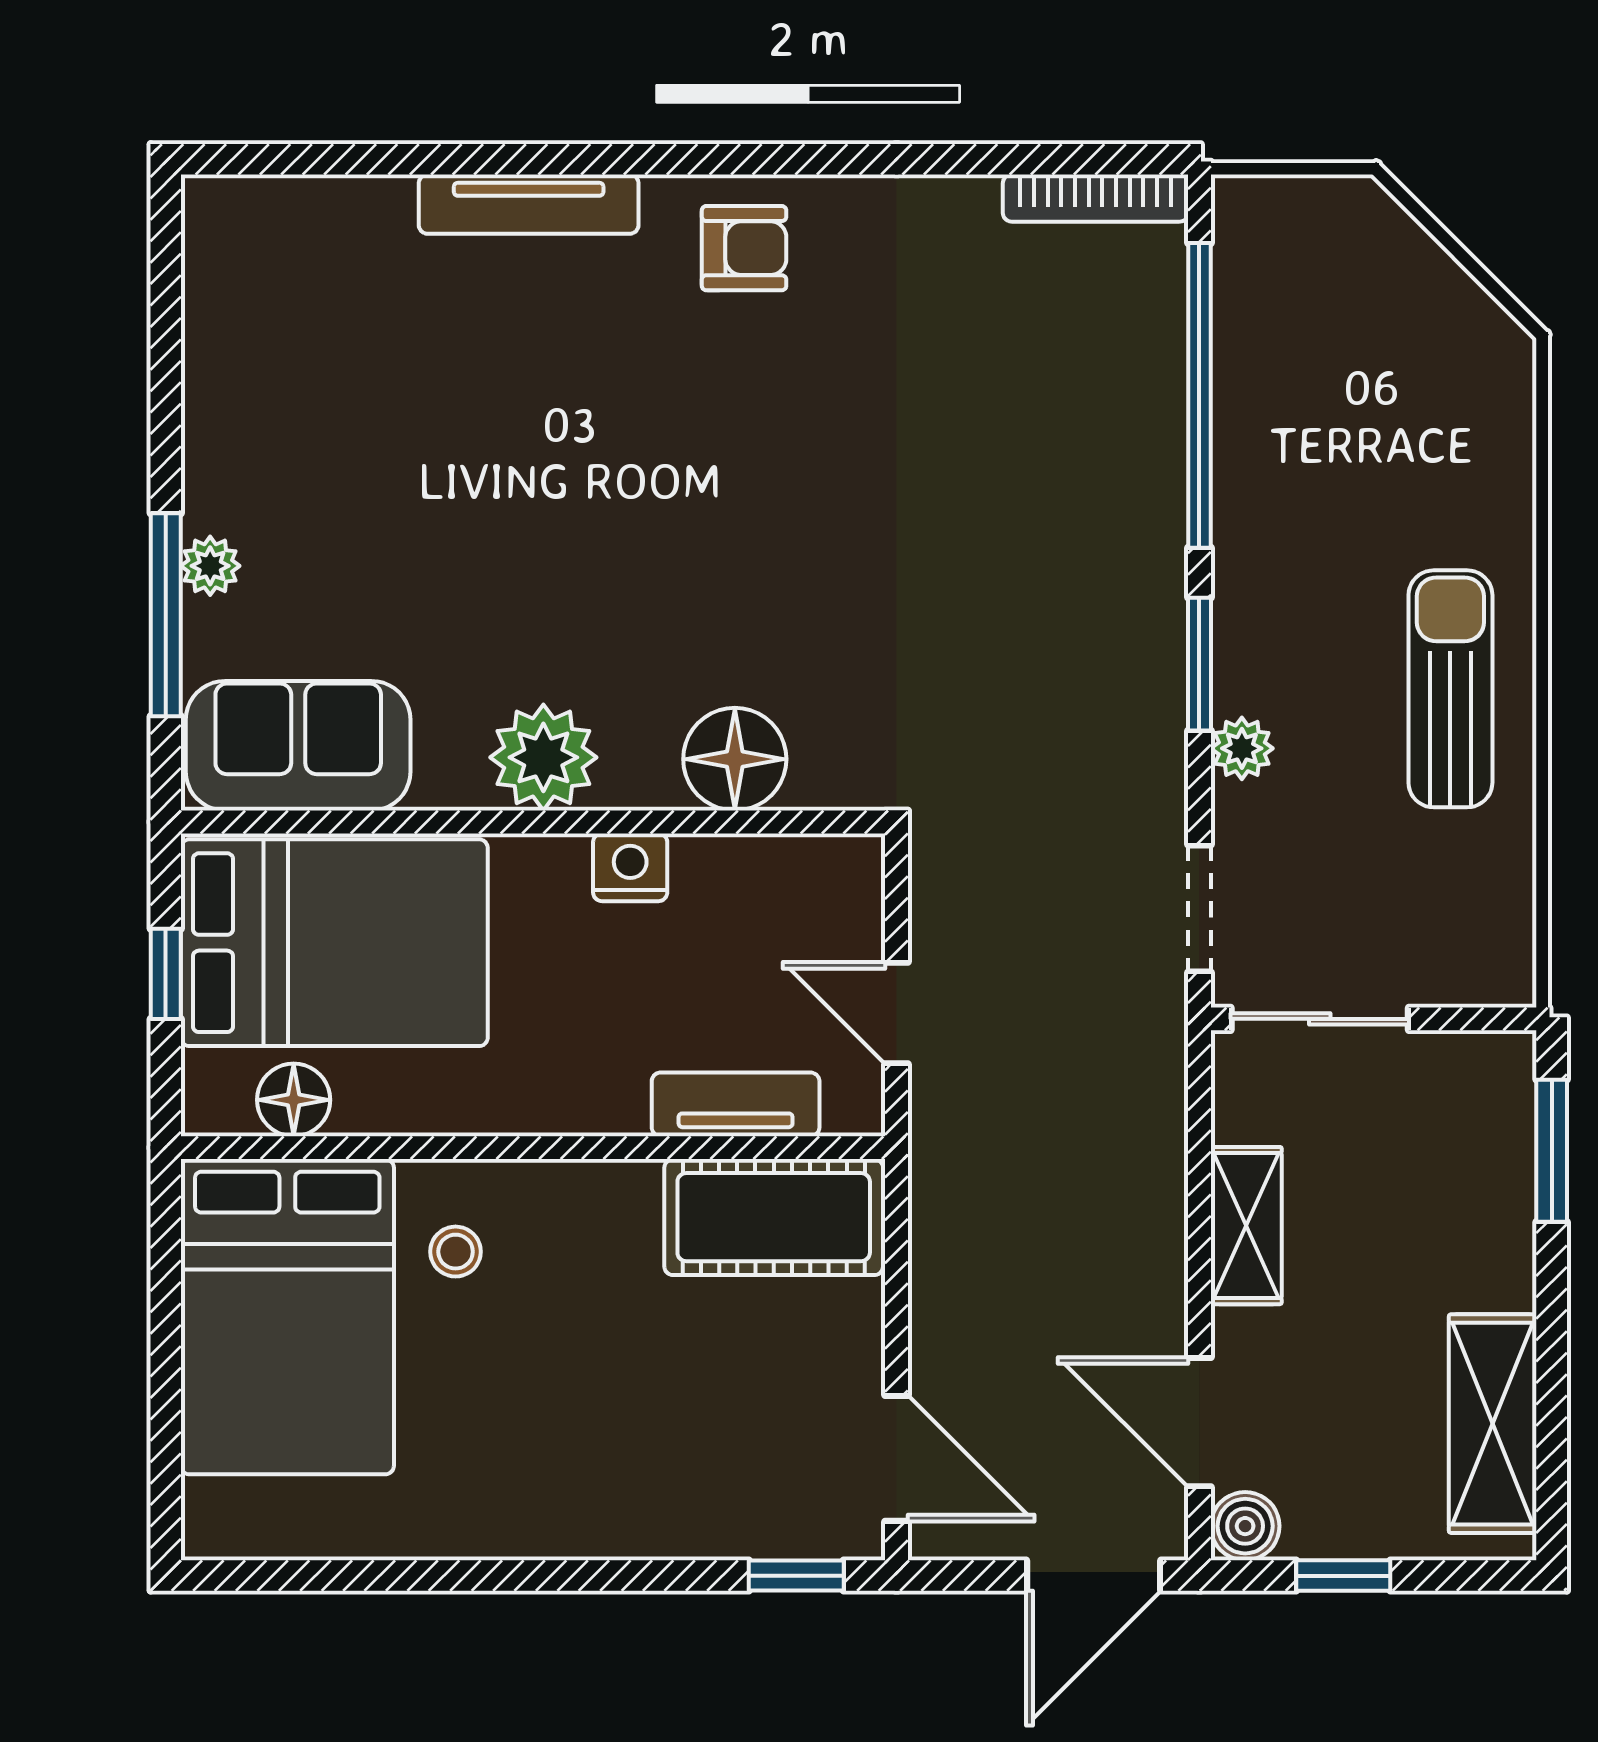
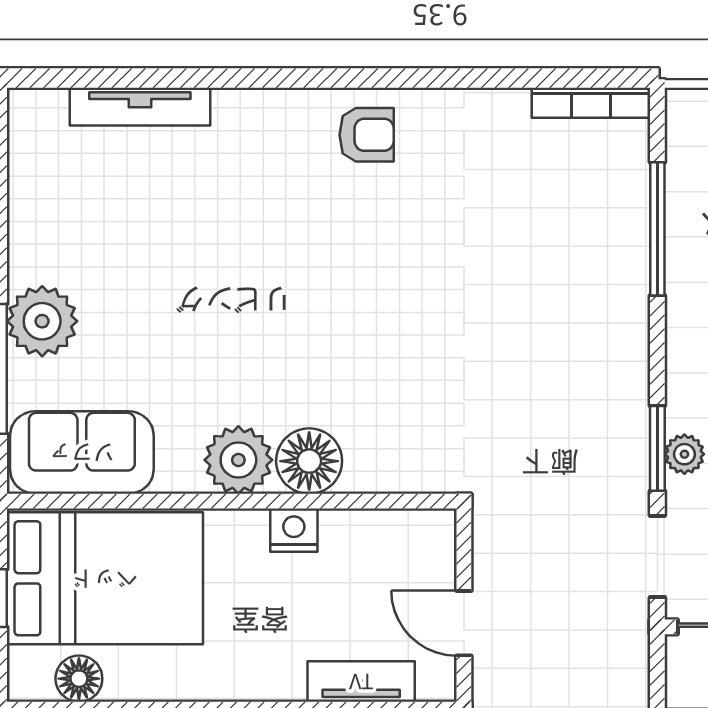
tv unit: (529, 204) -> (140, 107), moved
window: (1199, 395) -> (657, 229), width x0.68
plant: (210, 566) -> (42, 321), width x1.87, depth x1.87
window: (1199, 664) -> (657, 448), moved
floor lamp: (735, 759) -> (309, 461), moved

